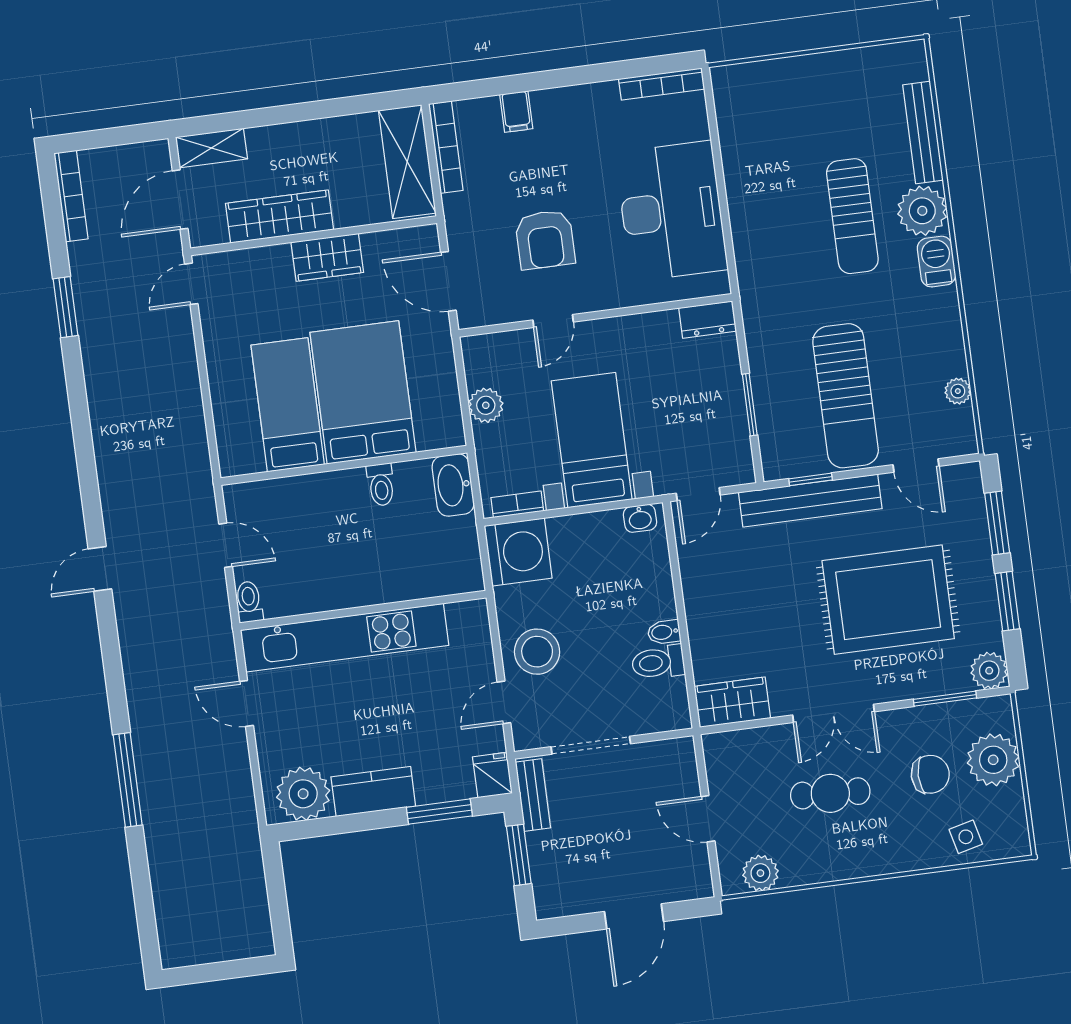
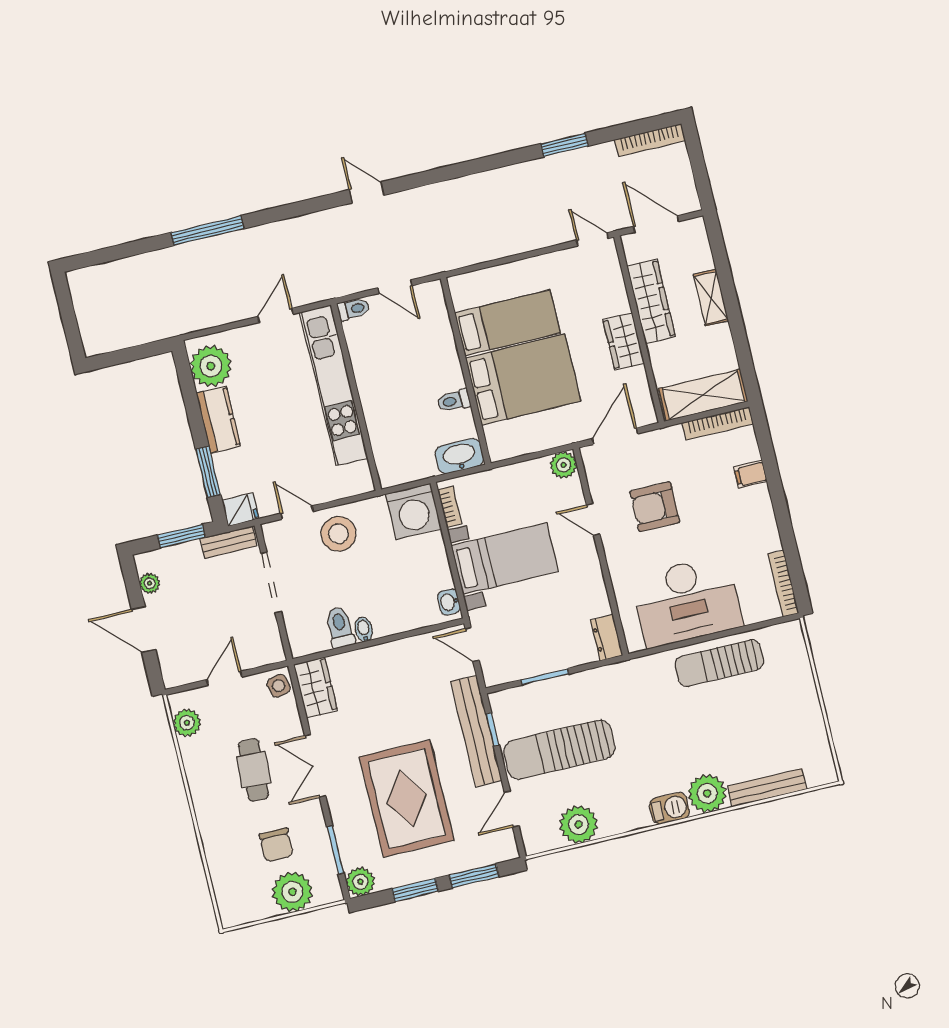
shelving: (211, 148) -> (711, 298), moved
sun lounger: (852, 216) -> (719, 663), moved
plant: (958, 391) -> (579, 824), width x1.88, depth x1.88
plant: (486, 405) -> (563, 465), moved
door: (226, 545) -> (395, 287), hinge flipped
side table: (966, 837) -> (279, 686), moved
plant: (575, 902) -> (150, 583), added

